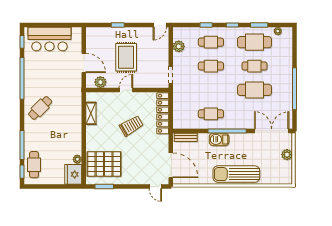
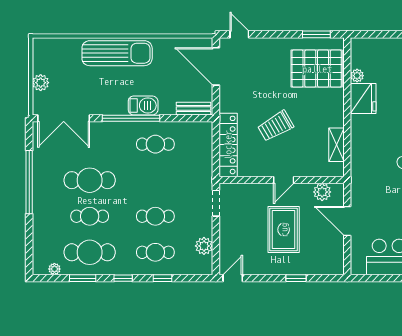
fridge: (73, 174) -> (363, 98), moved

